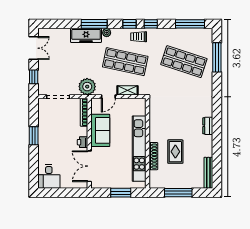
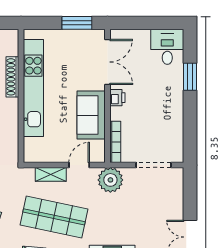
window: (34, 77) -> (190, 194), removed
window: (34, 136) -> (190, 77), moved
window: (121, 193) -> (77, 23), moved

